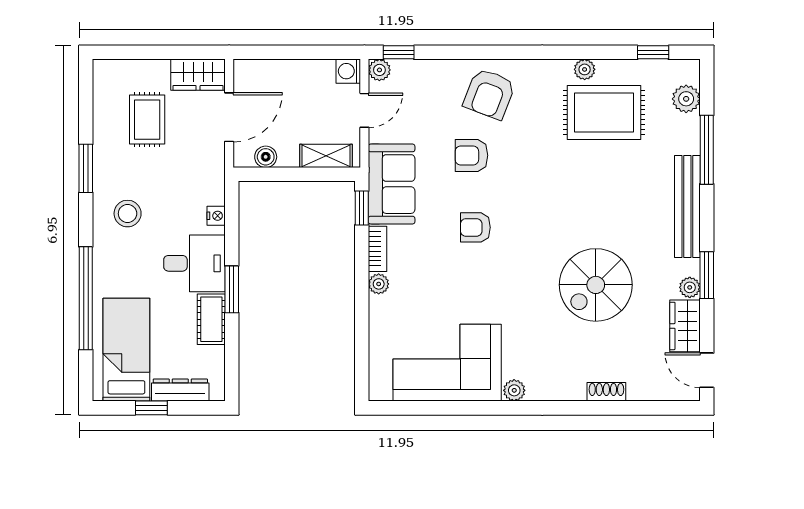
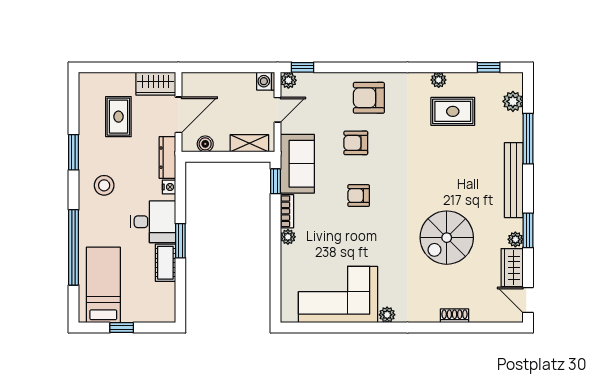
armchair: (489, 94) -> (369, 98), turned 69
rug: (604, 112) -> (453, 111), width x0.73, depth x0.70
dresser: (180, 390) -> (167, 158), moved, turned -90

